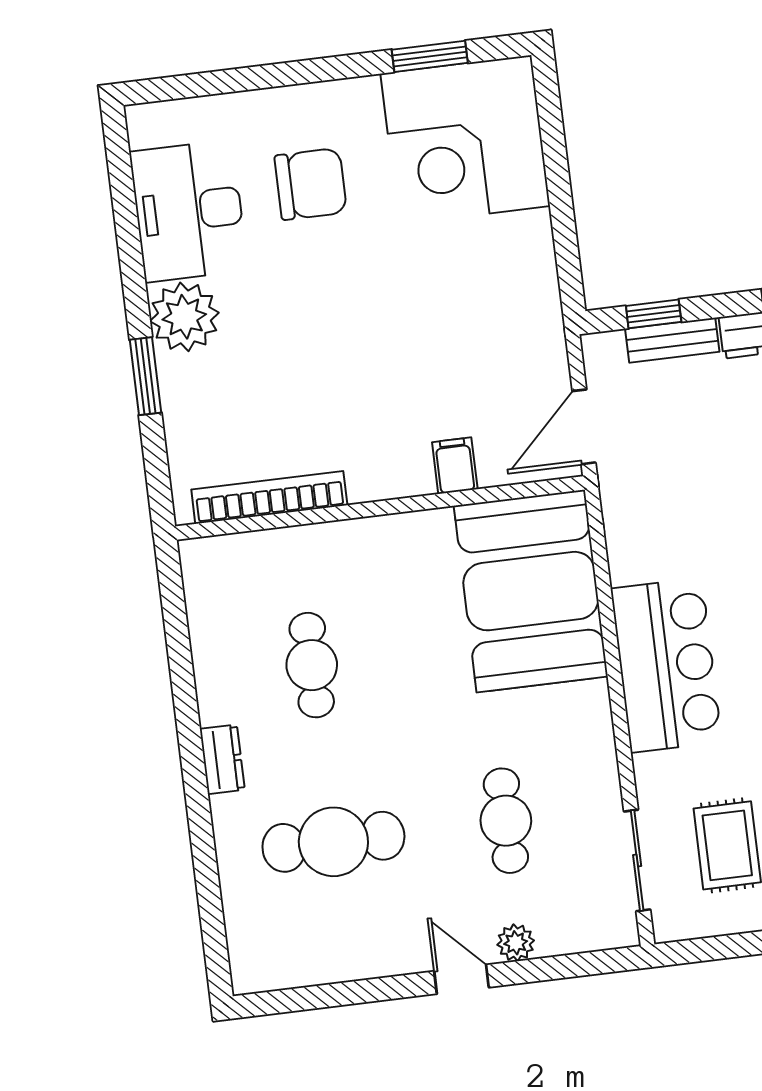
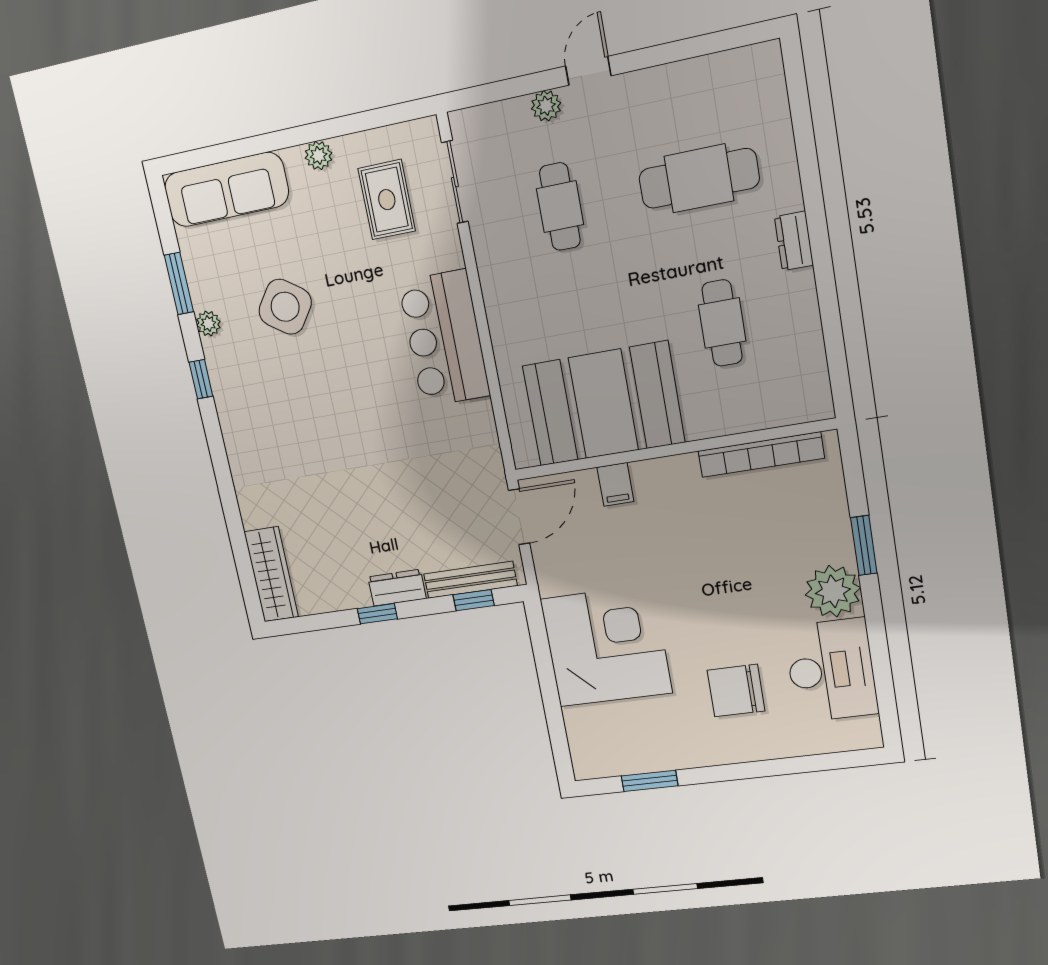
corner desk: (465, 140) -> (606, 646), moved
bench: (672, 340) -> (470, 580), width x1.36
booth: (531, 591) -> (603, 404), moved, turned 90
door: (462, 979) -> (588, 71), swing flipped

